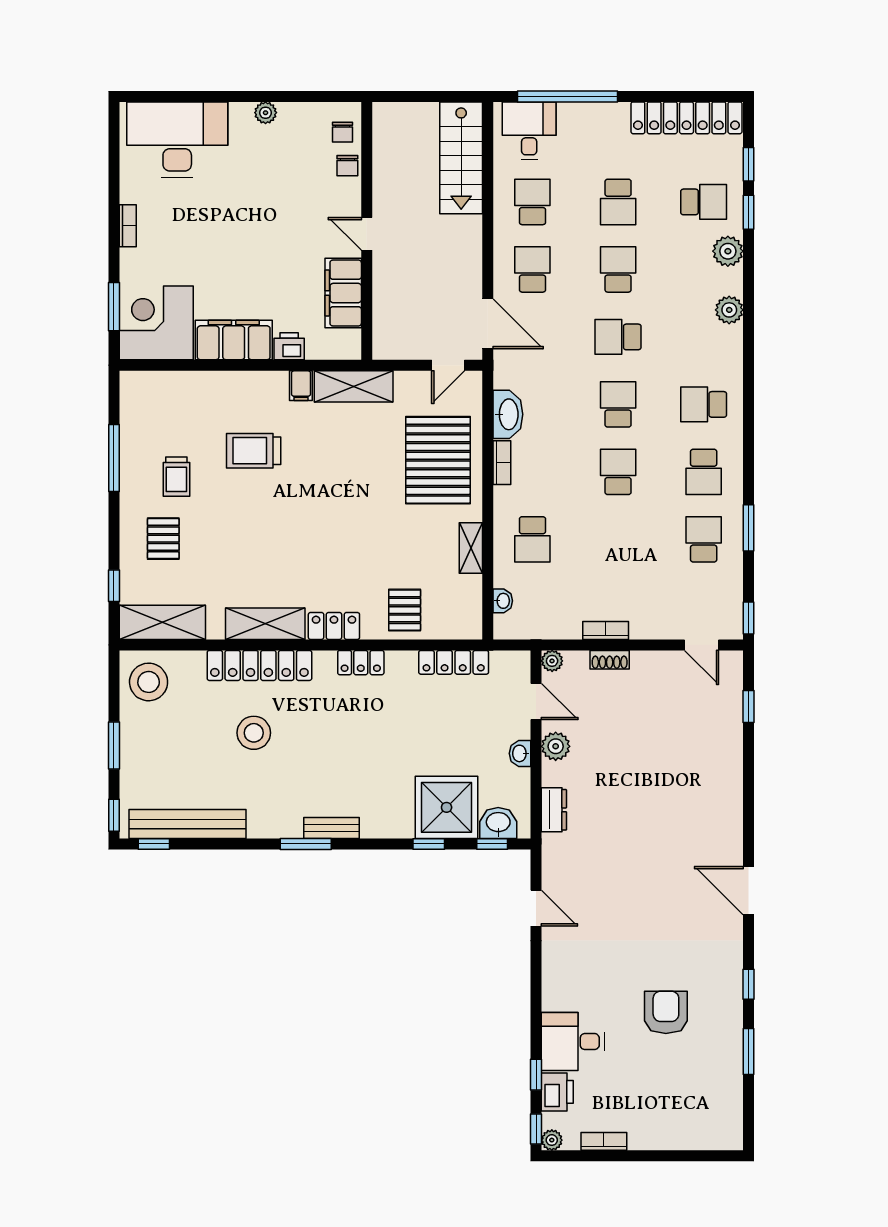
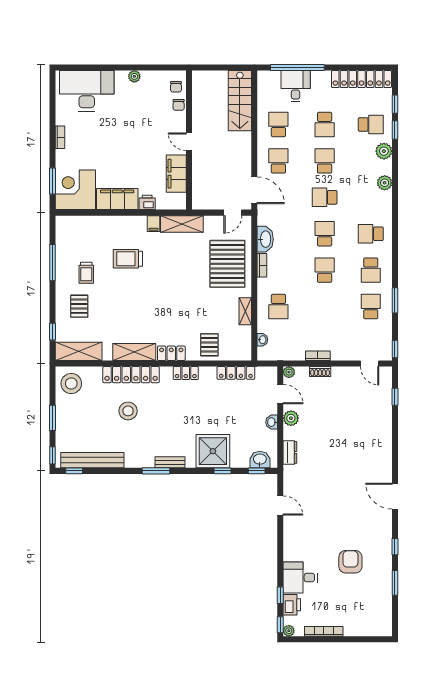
desk: (529, 131) -> (296, 86), moved
shower: (447, 807) -> (213, 451), moved
bookcase: (604, 1141) -> (324, 631), width x1.56

